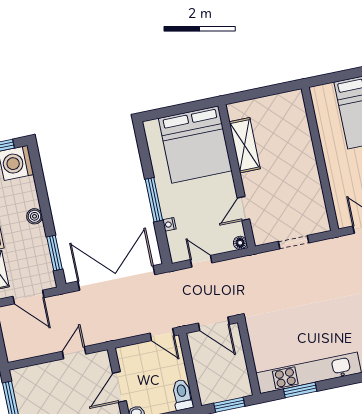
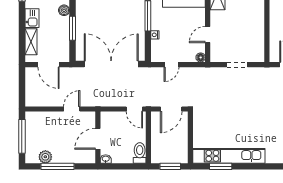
window: (55, 253) -> (73, 28), moved
door: (201, 261) -> (171, 65), swing flipped
door: (214, 324) -> (171, 109), hinge flipped

